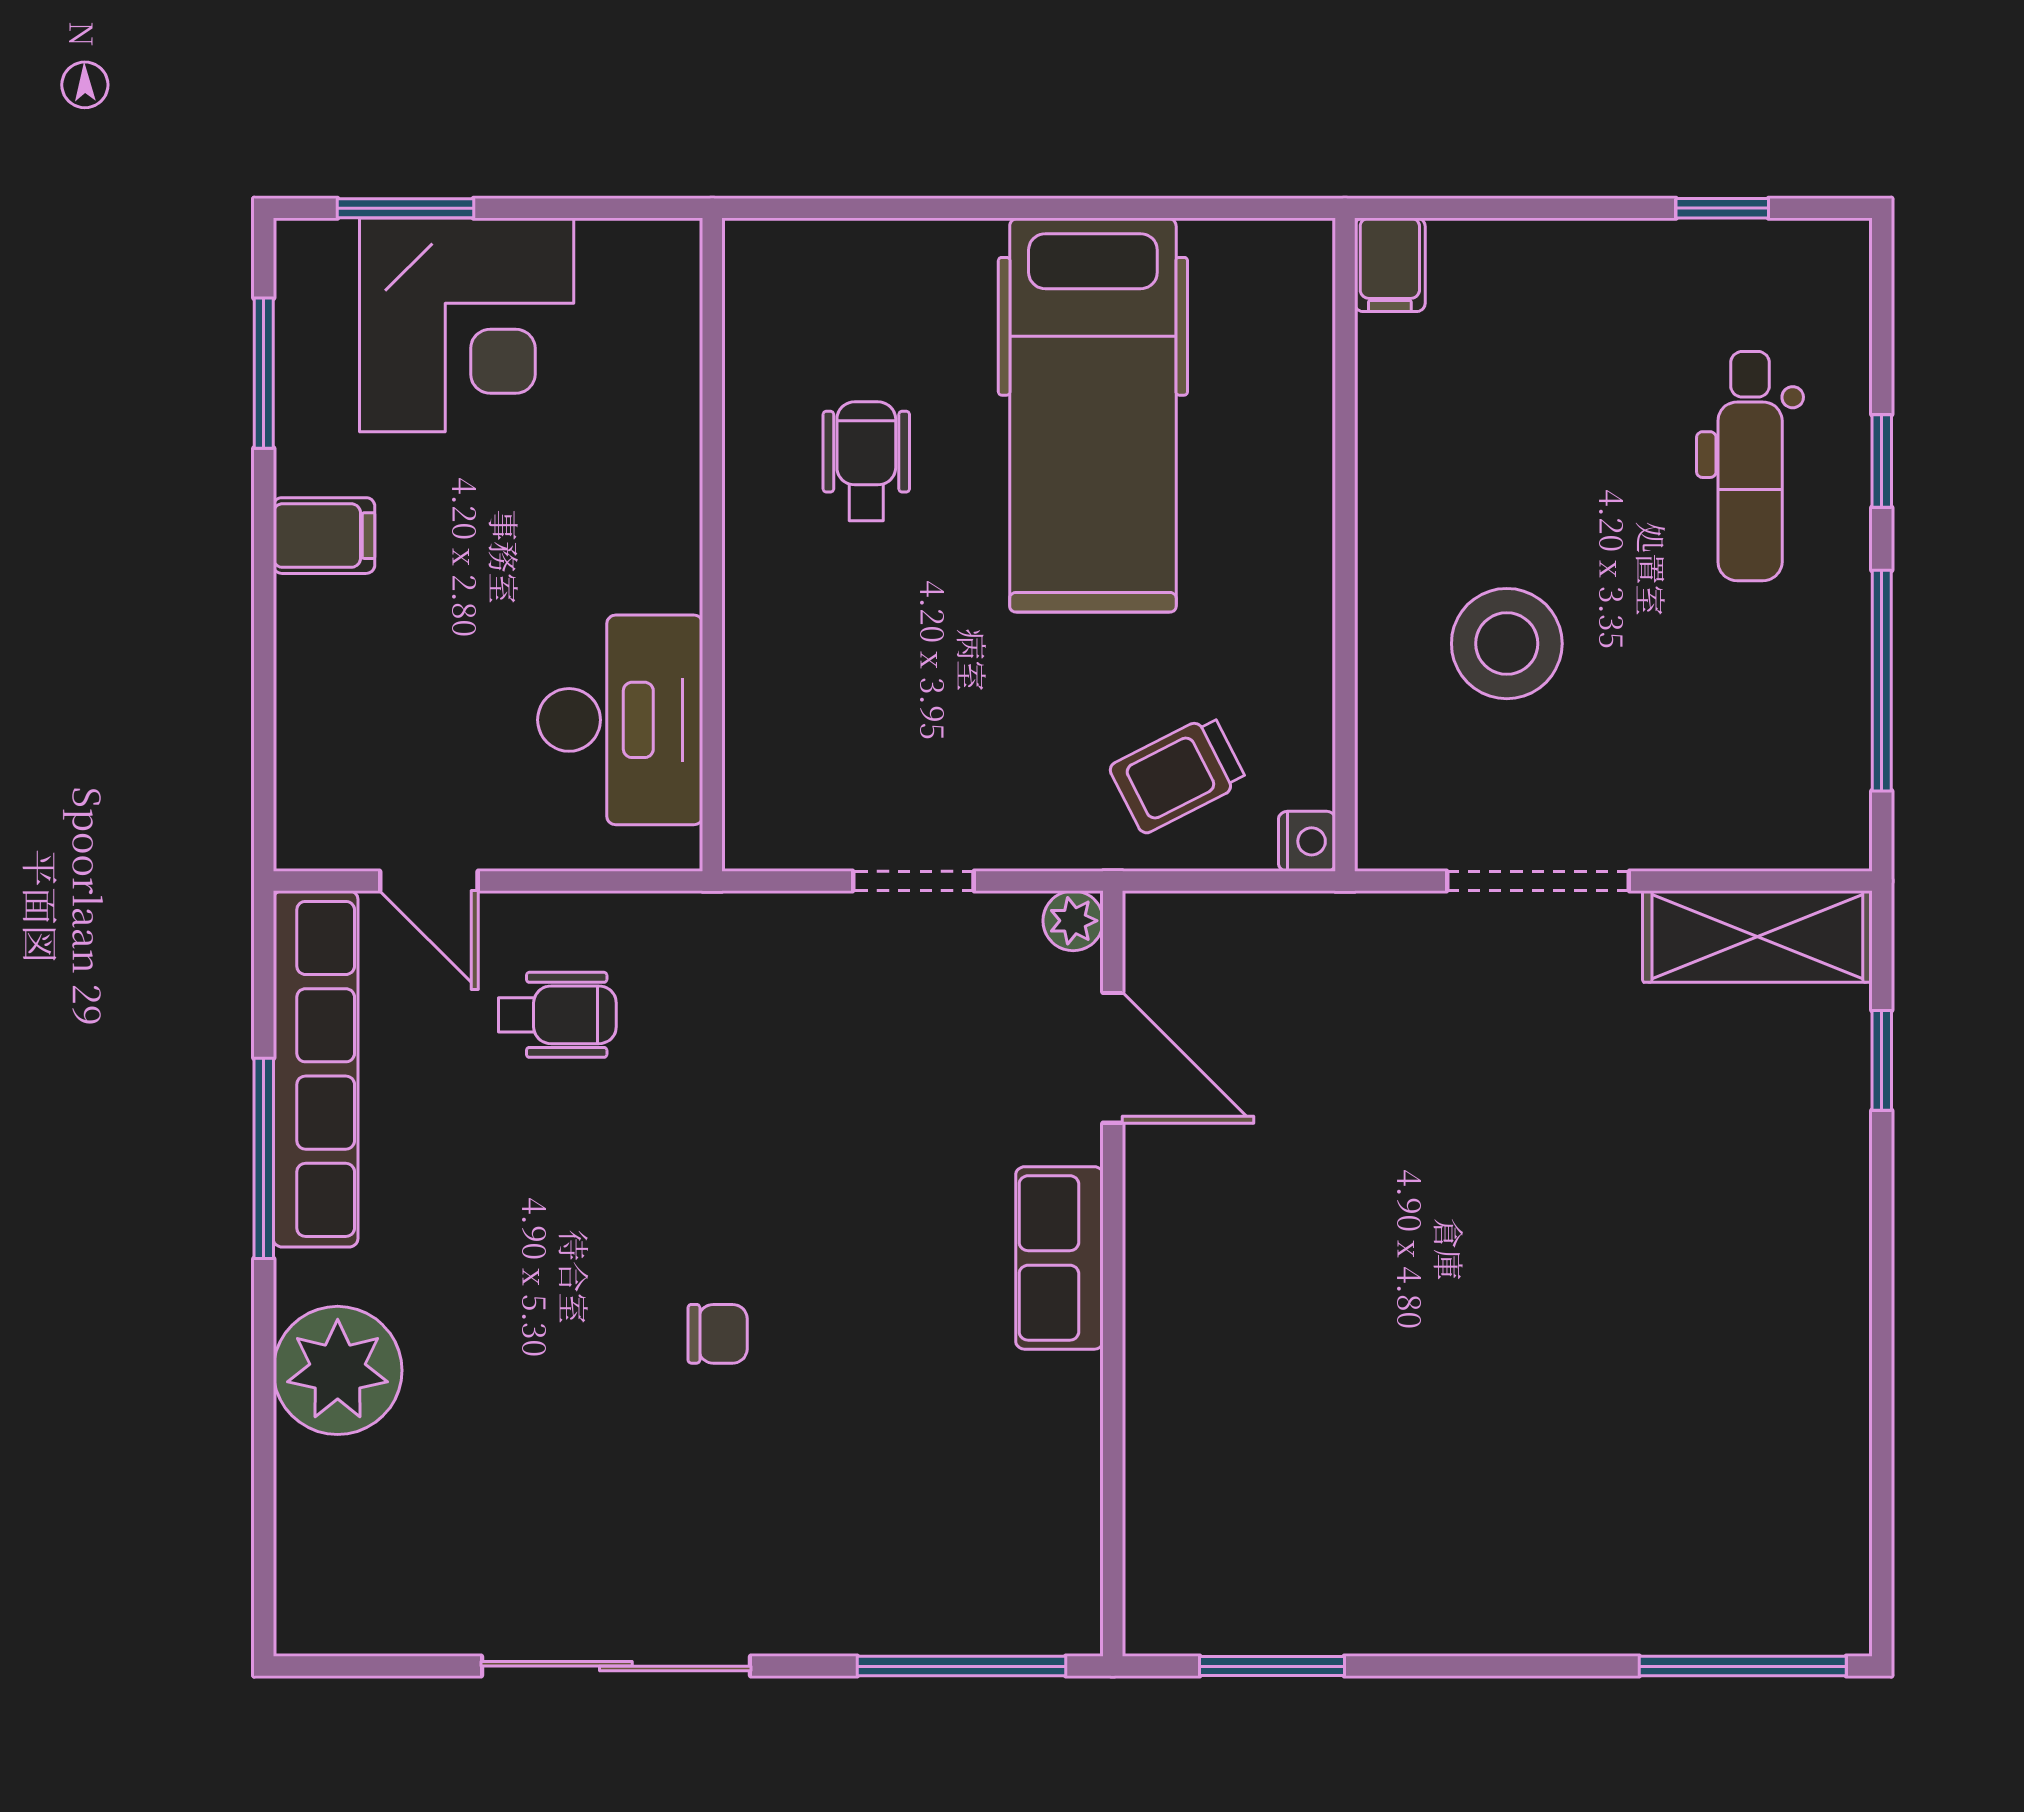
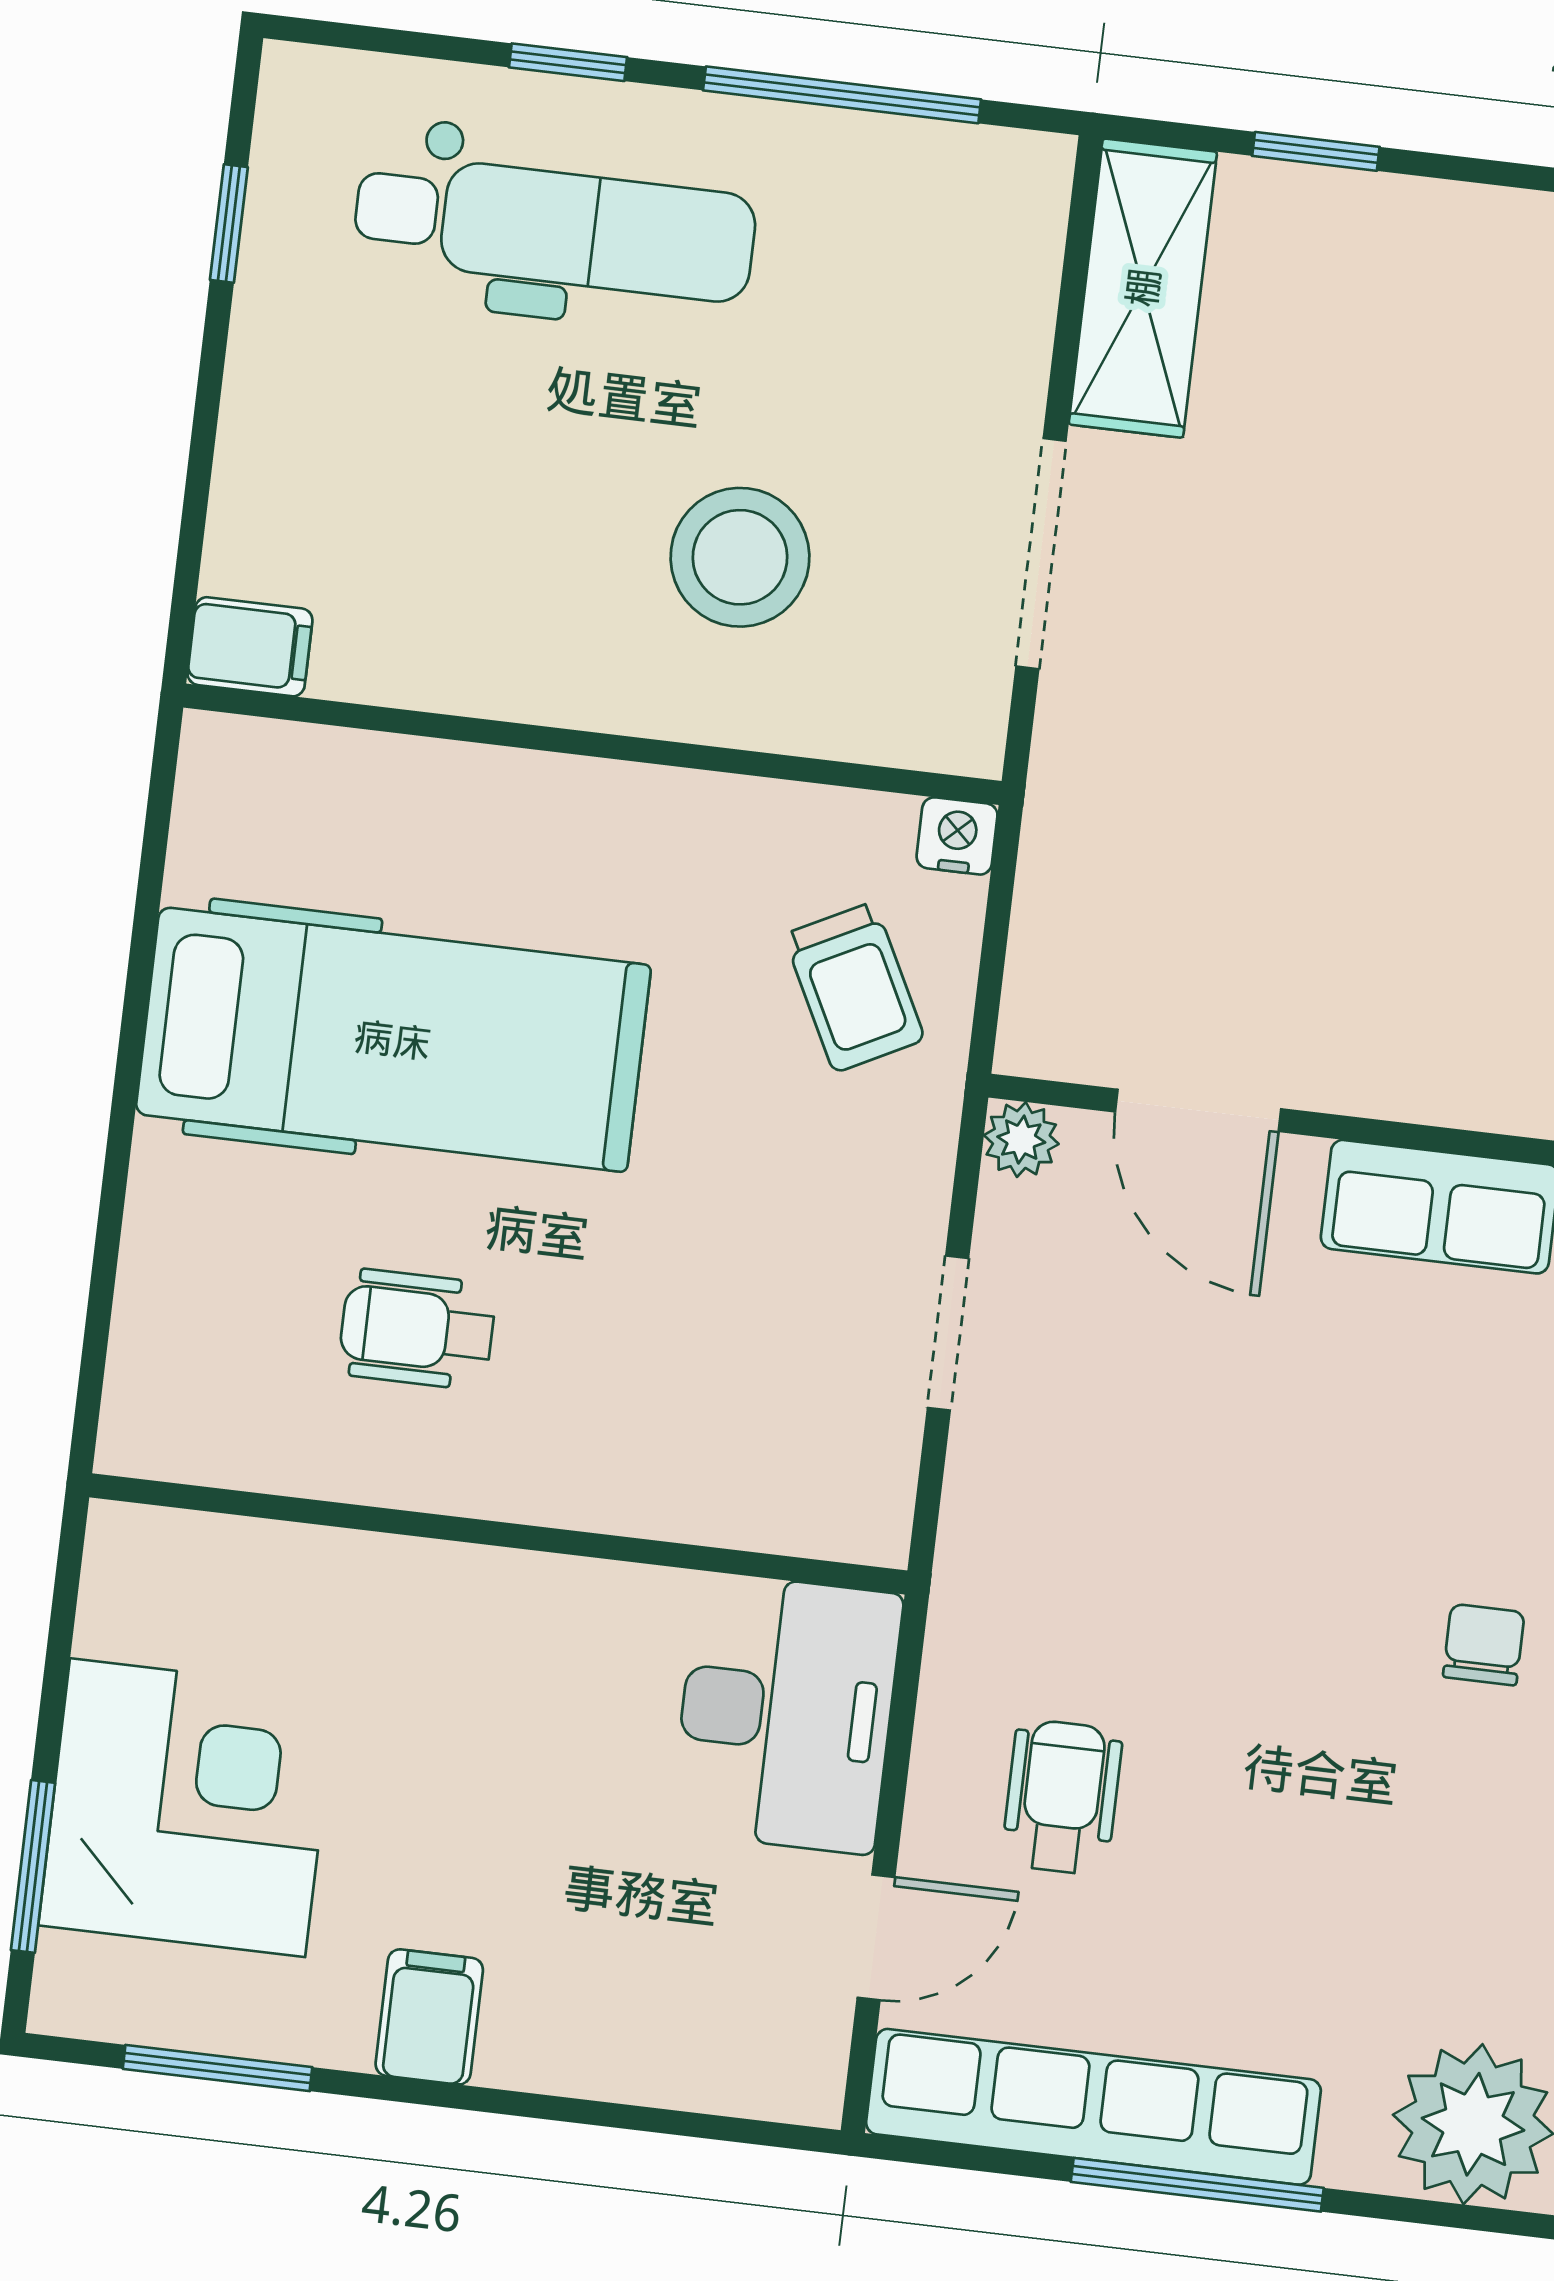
dental chair: (1750, 466) -> (555, 227), width x1.36, depth x1.38
desk: (620, 720) -> (786, 1713), moved, turned 90
door: (1113, 1058) -> (1198, 1110), swing flipped

